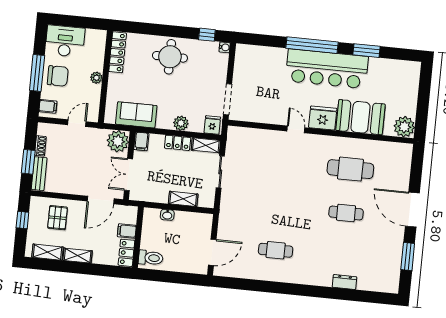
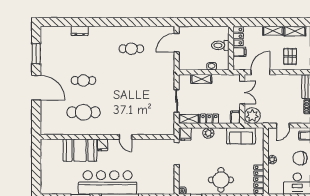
fridge: (323, 118) -> (103, 145), width x0.53, depth x0.75
plant: (404, 127) -> (48, 147), removed
toilet: (151, 258) -> (220, 45), moved

